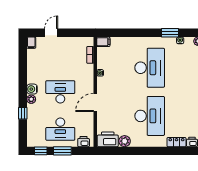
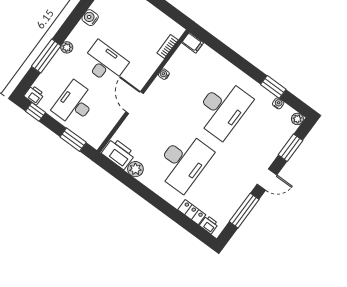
water cooler: (32, 89) -> (90, 18), moved
door: (95, 102) -> (135, 103), hinge flipped
window: (23, 113) -> (46, 56), width x2.17
desk: (60, 129) -> (75, 104), turned 90
printer: (84, 142) -> (34, 95), moved
window: (62, 151) -> (73, 140), moved

